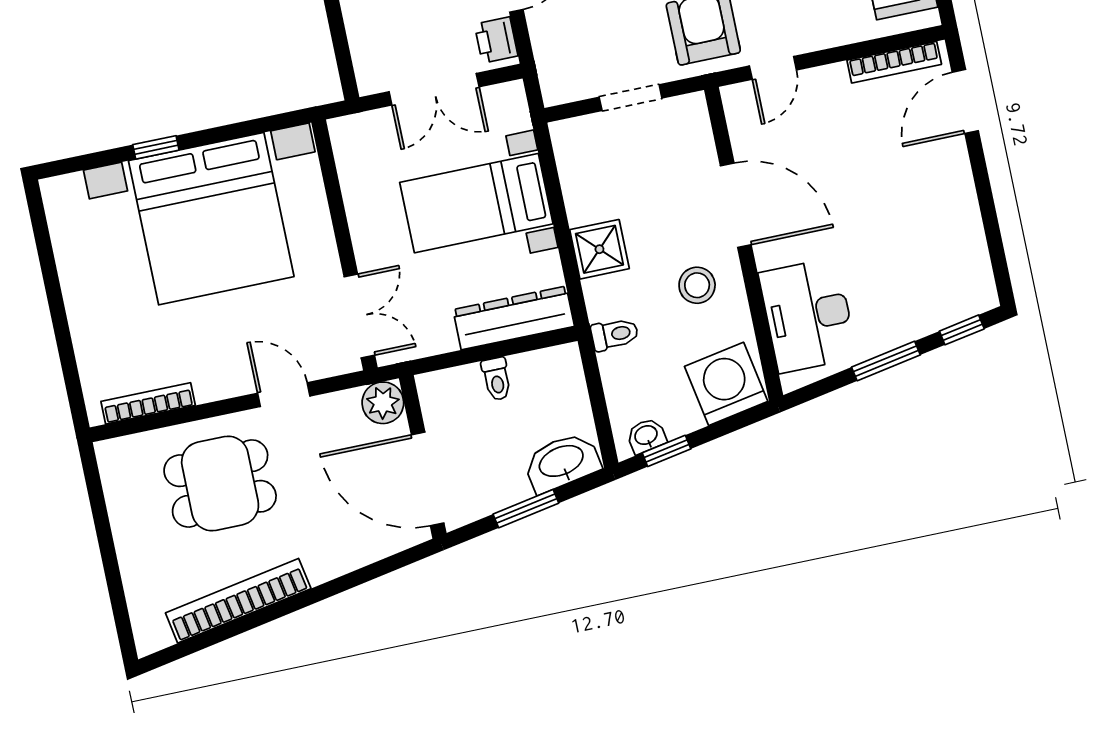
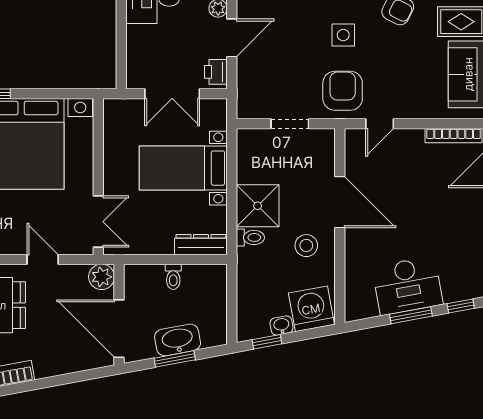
shower: (599, 249) -> (258, 206), width x1.36, depth x1.36
desk: (808, 315) -> (407, 286), moved, turned -100
dresser: (514, 318) -> (201, 245), width x0.73, depth x0.80
toilet: (615, 334) -> (250, 237), moved
washbasin: (646, 436) -> (281, 326), moved
washbasin: (562, 462) -> (178, 340), moved

